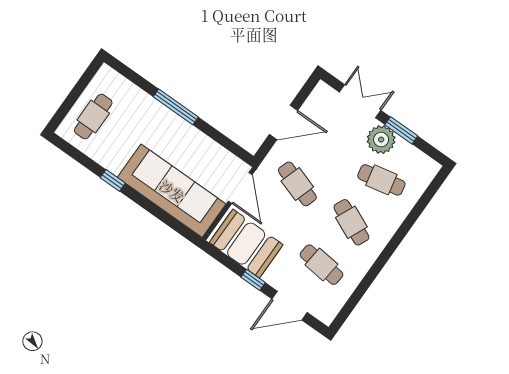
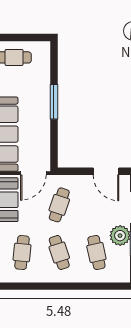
door: (284, 122) -> (106, 171), moved
cafe table: (351, 222) -> (59, 252), turned -42

